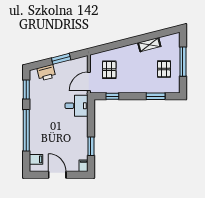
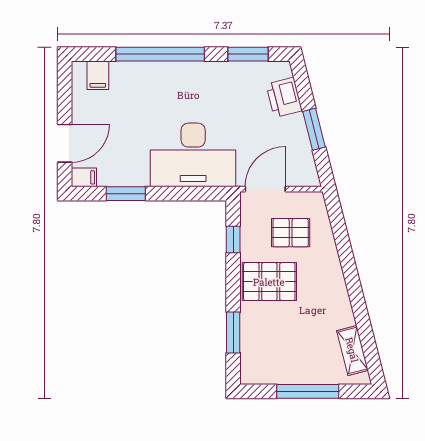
shelving: (149, 45) -> (352, 350), moved
pallet: (164, 69) -> (269, 282), moved, width x1.50, depth x1.42
door: (89, 81) -> (265, 189), hinge flipped
desk: (76, 106) -> (193, 155), width x1.87, depth x1.30
door: (57, 175) -> (65, 143), moved

